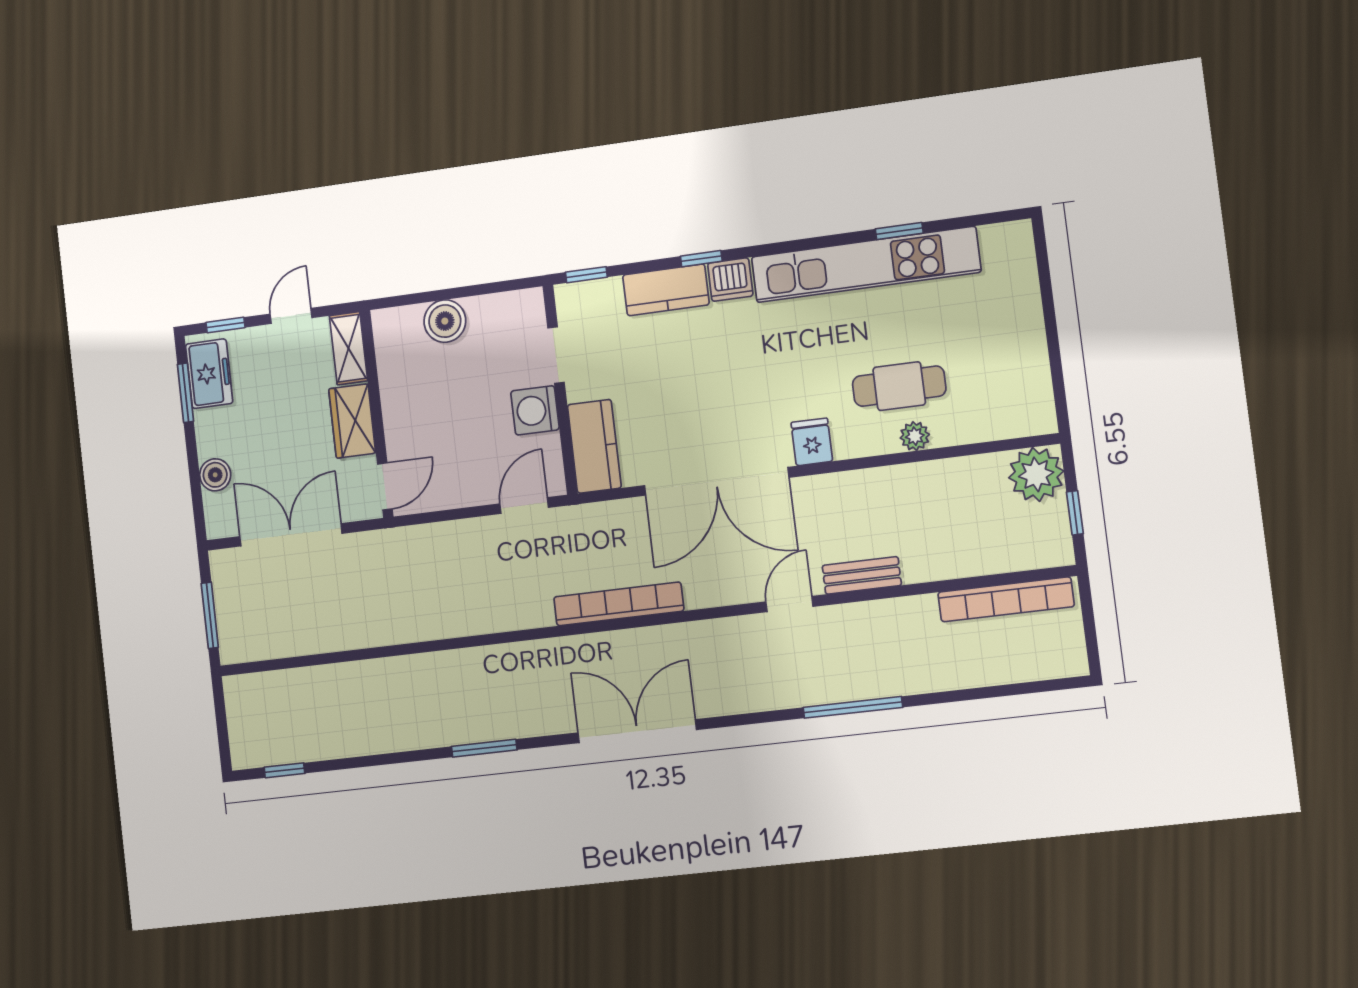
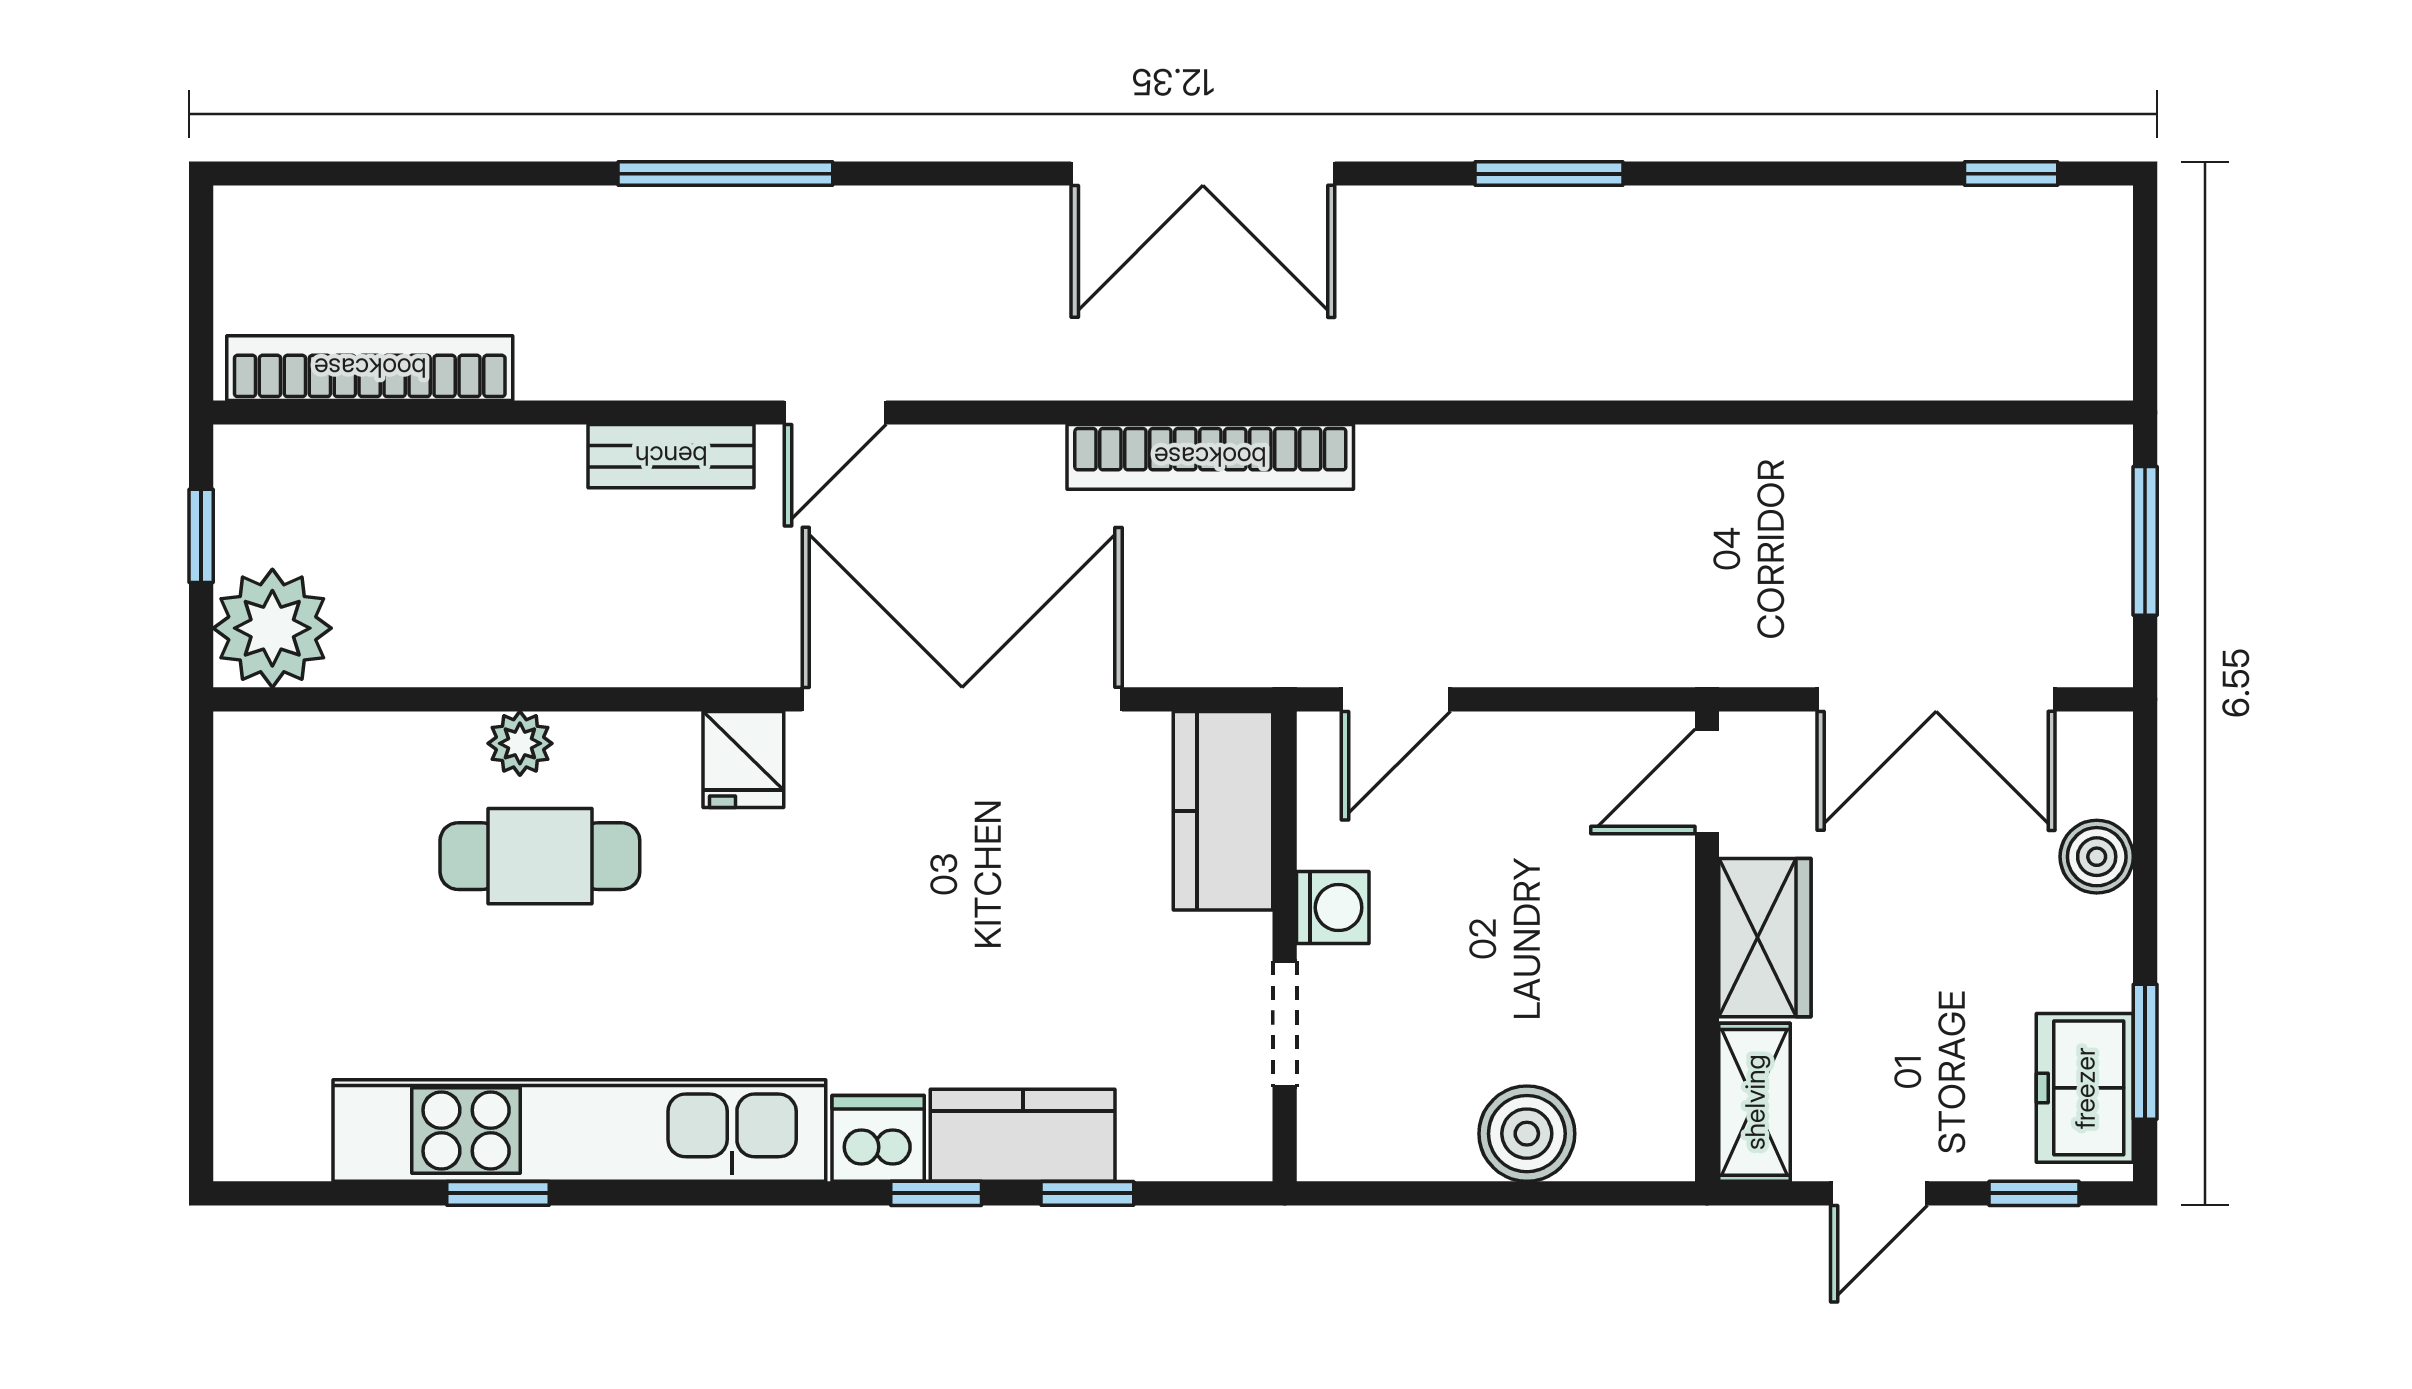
window: (586, 275) -> (1087, 1193), moved
washing machine: (535, 410) -> (1333, 908), width x0.73, depth x0.73

